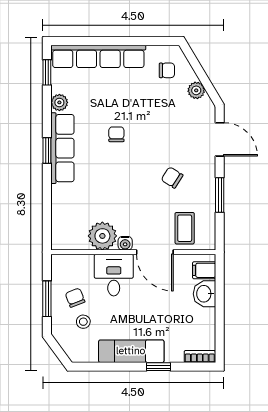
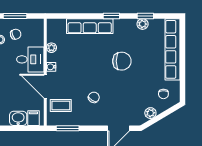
window: (47, 72) -> (145, 16), moved
chair: (116, 134) -> (122, 61), width x1.87, depth x1.87
row of seats: (62, 148) -> (90, 26), moved
window: (220, 195) -> (68, 128), moved
plant: (102, 236) -> (51, 48), width x0.53, depth x0.53
door: (155, 252) -> (45, 86), hinge flipped

